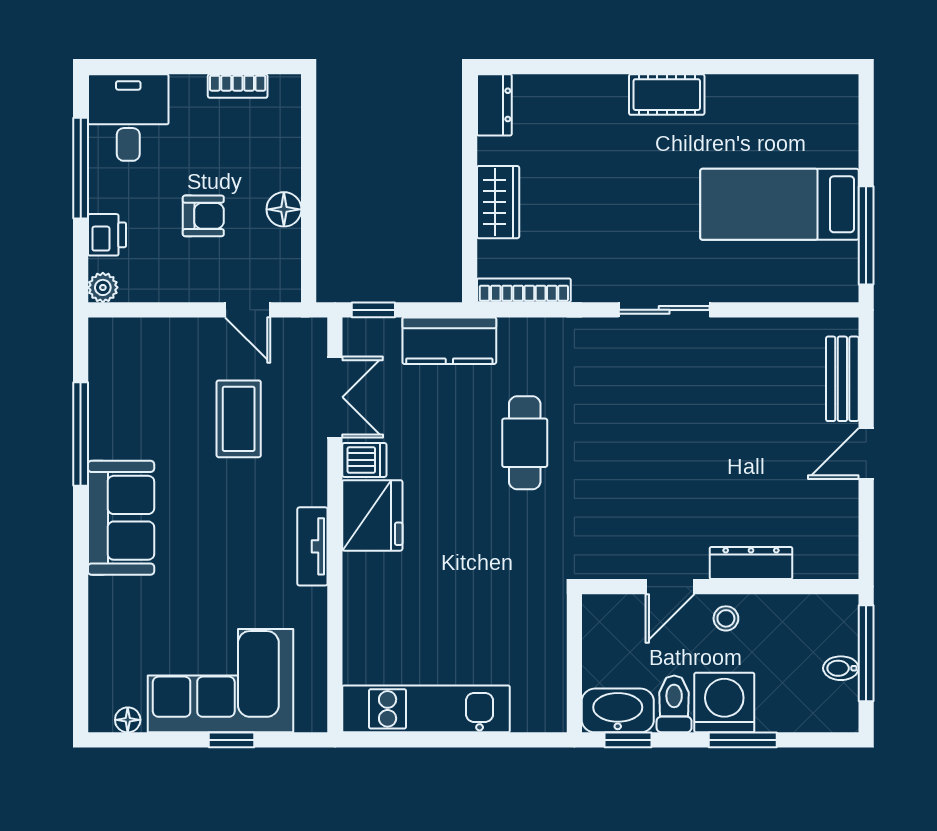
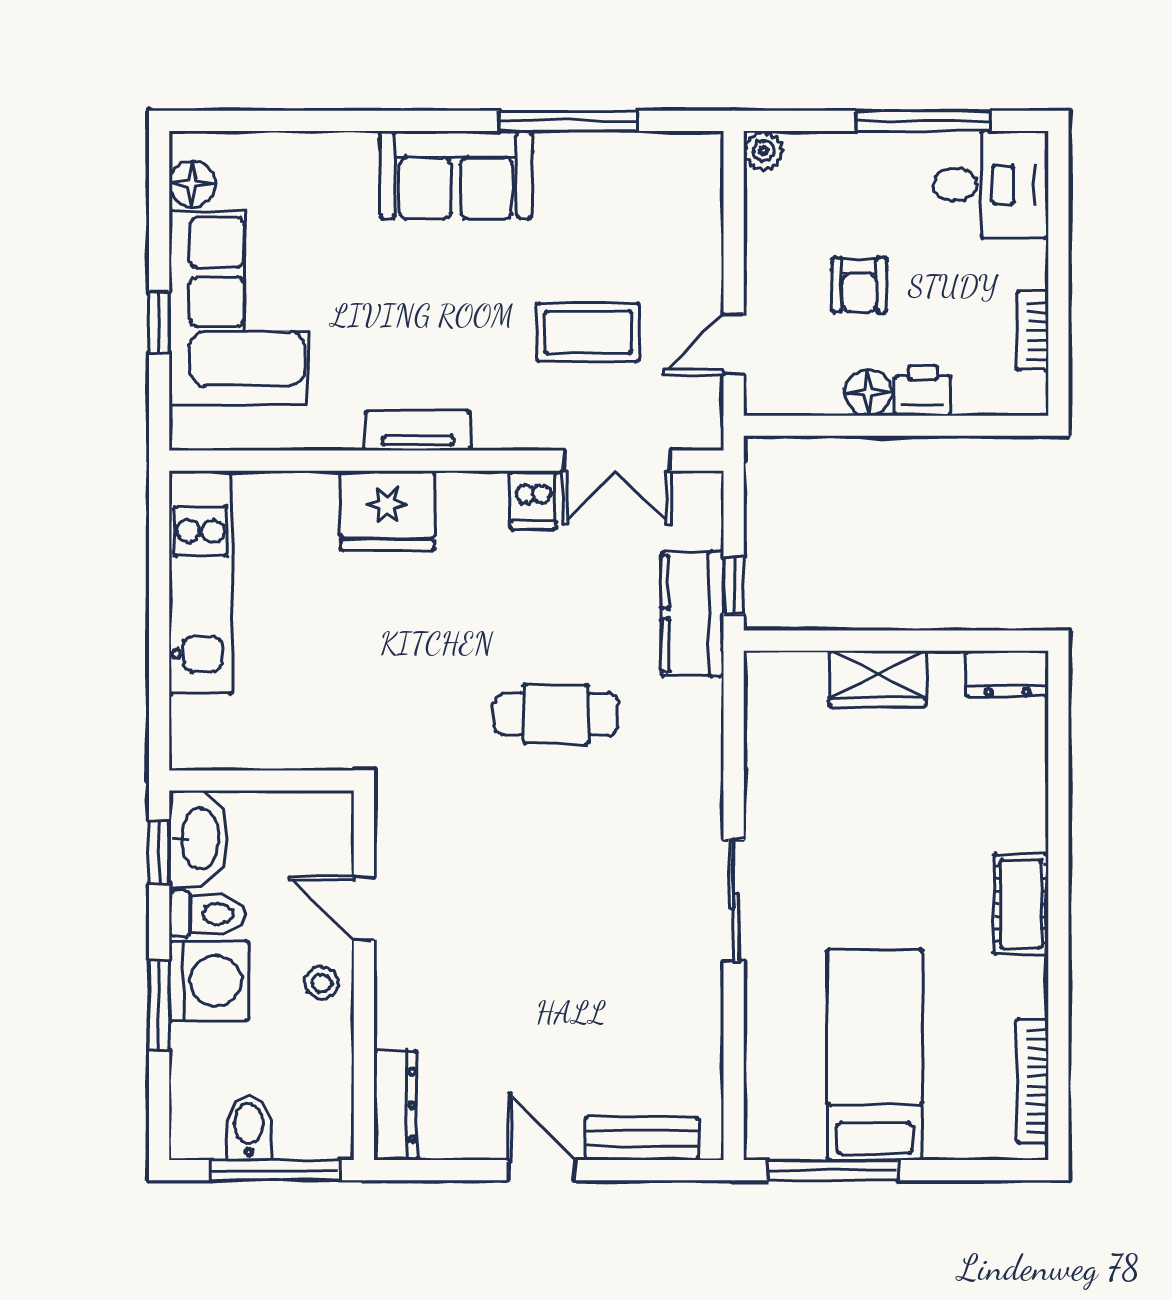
printer: (107, 235) -> (923, 390), moved, turned 180
bookcase: (524, 290) -> (1032, 1081), moved, turned 180
window: (373, 310) -> (734, 585), moved
fridge: (372, 515) -> (387, 511), moved
dresser: (751, 563) -> (395, 1105), moved
bidet: (841, 668) -> (249, 1128), width x1.38, depth x1.36
floor lamp: (128, 720) -> (192, 184), width x1.37, depth x1.37

